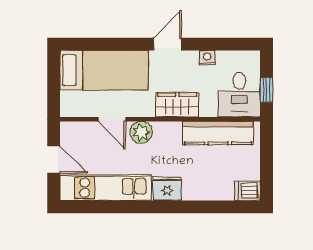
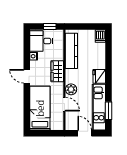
desk: (239, 95) -> (41, 41), moved, turned 180
door: (112, 119) -> (64, 104), hinge flipped
door: (54, 159) -> (85, 133), hinge flipped
window: (98, 207) -> (108, 111), added

